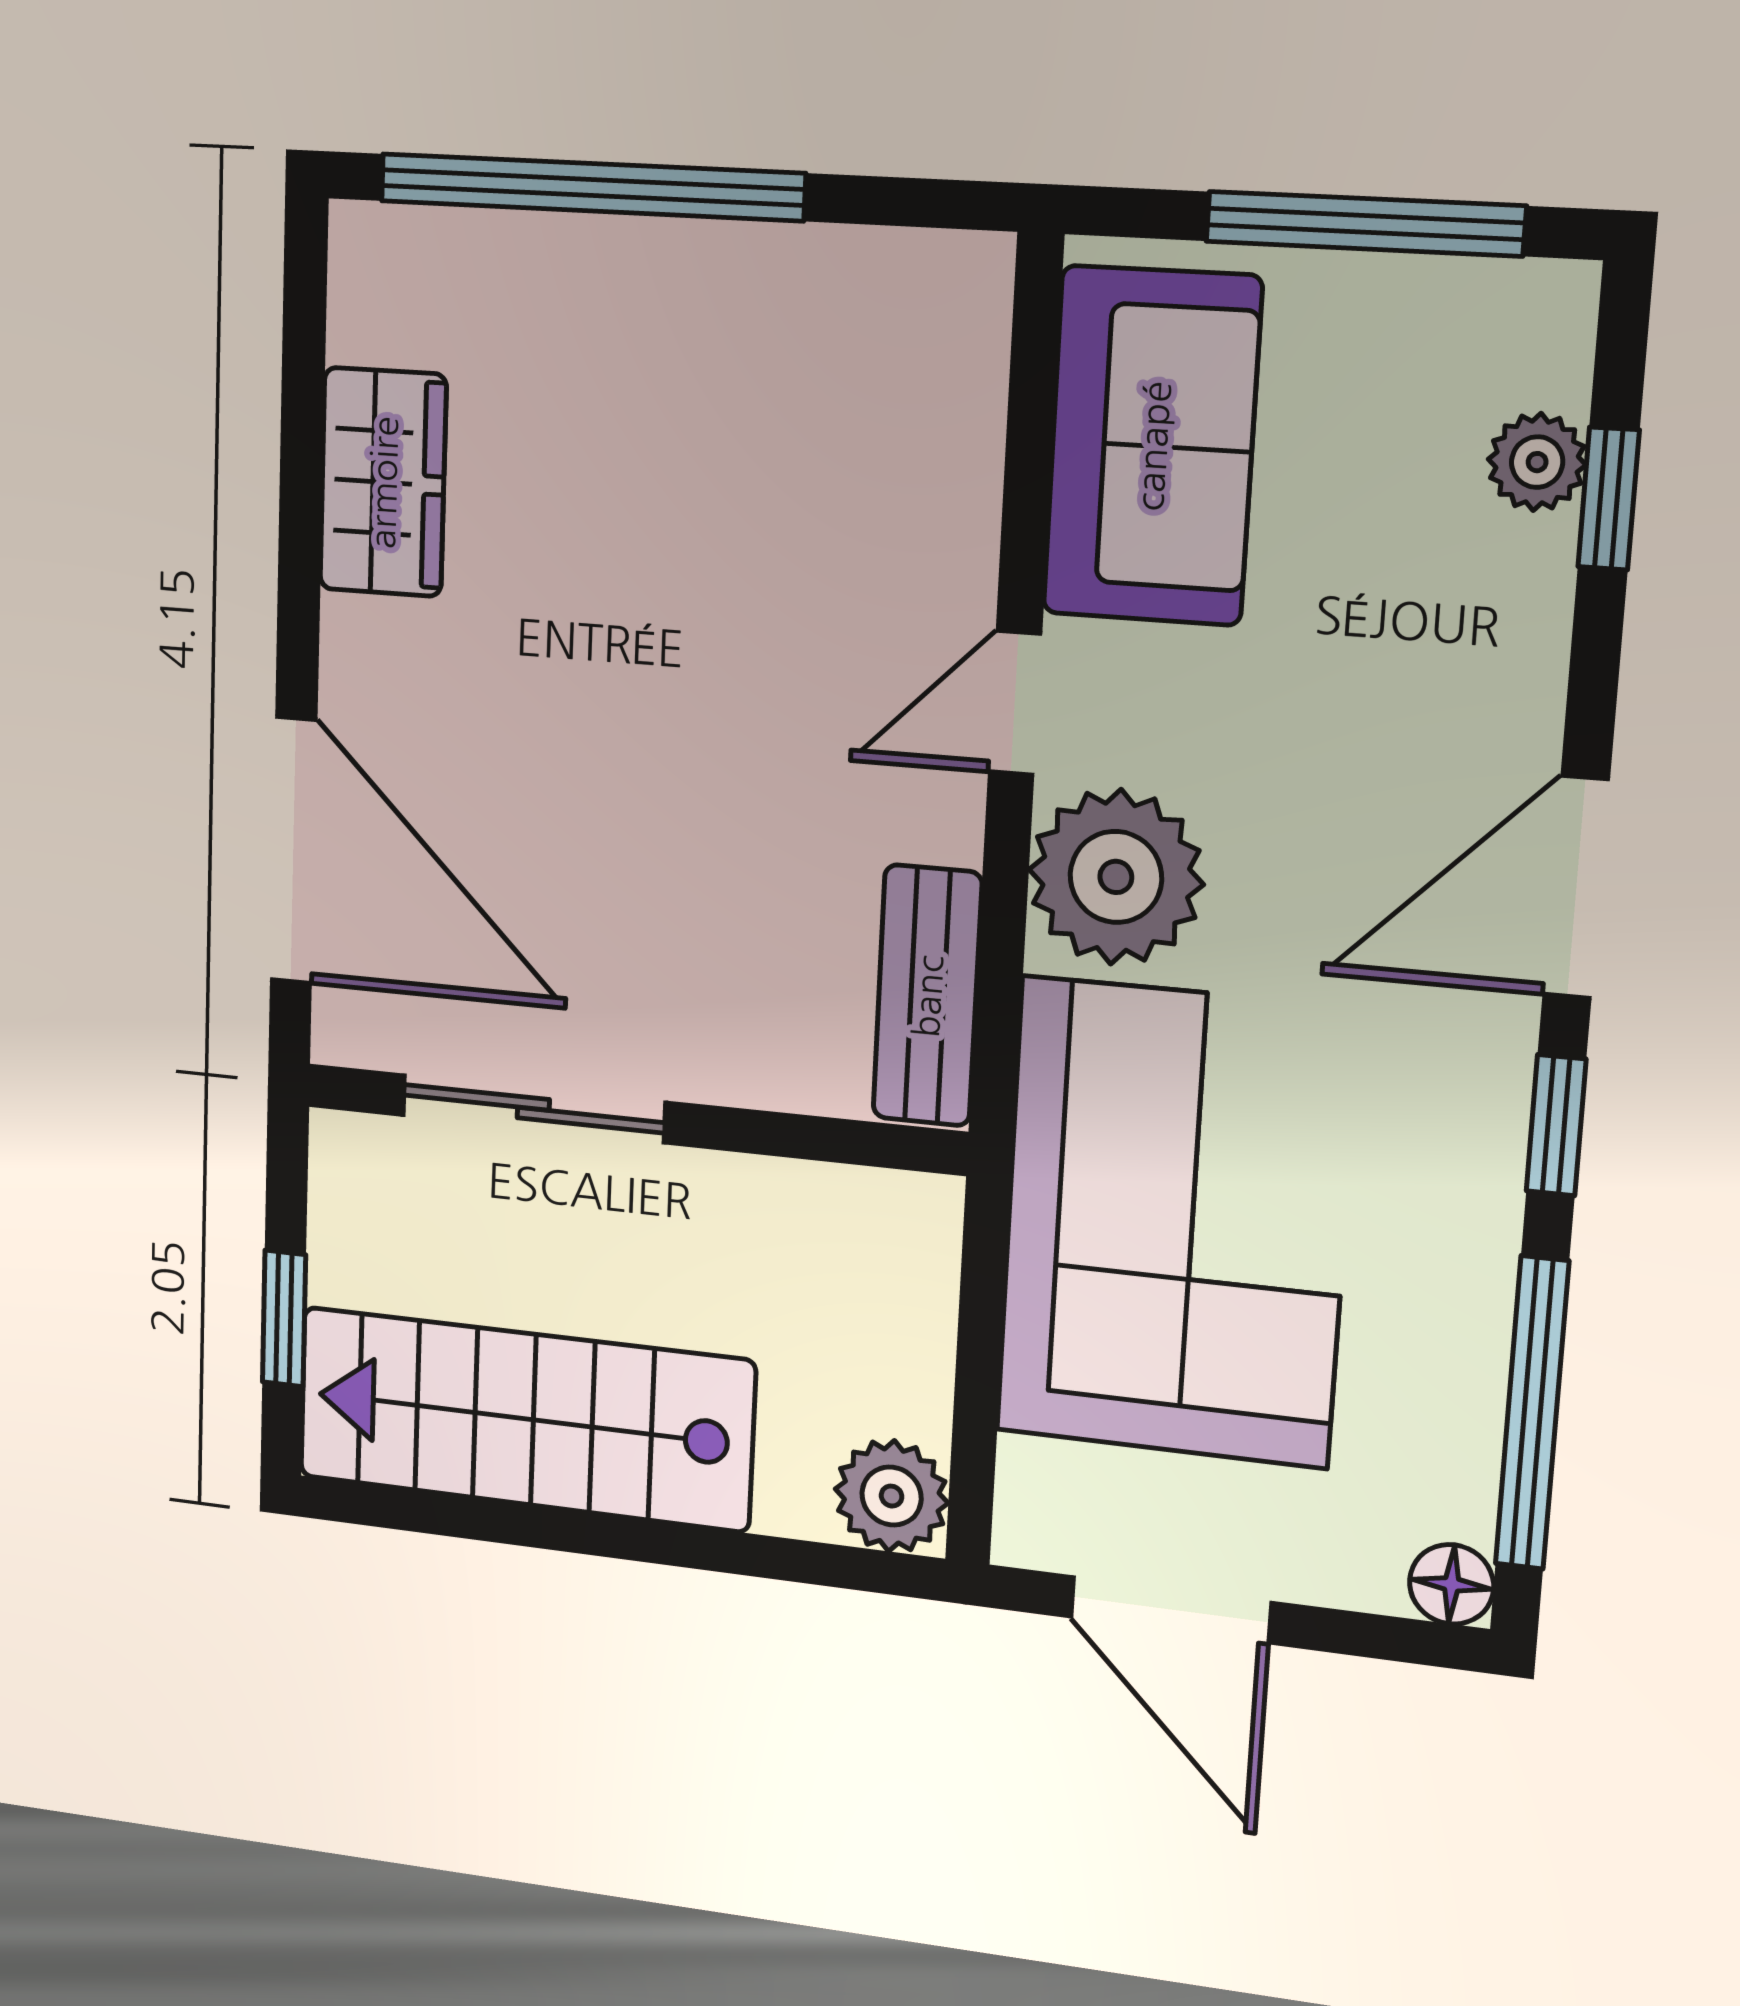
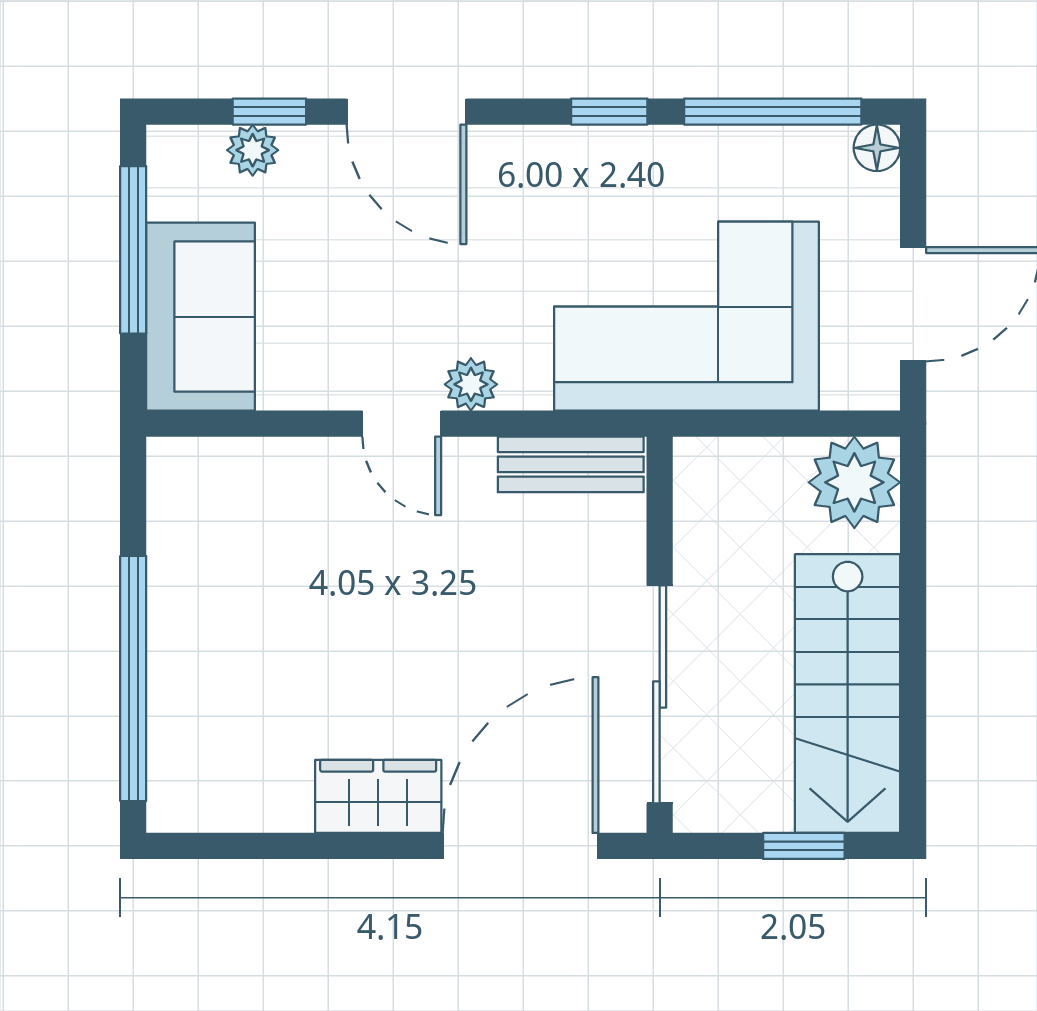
sofa: (1152, 446) -> (201, 317), moved, turned 90
wardrobe: (383, 482) -> (378, 796), moved
plant: (1116, 877) -> (471, 384), width x0.53, depth x0.53
door: (1576, 887) -> (406, 112), moved
sliding door: (533, 1109) -> (660, 694), width x1.37
plant: (892, 1496) -> (854, 482), width x1.36, depth x1.36

